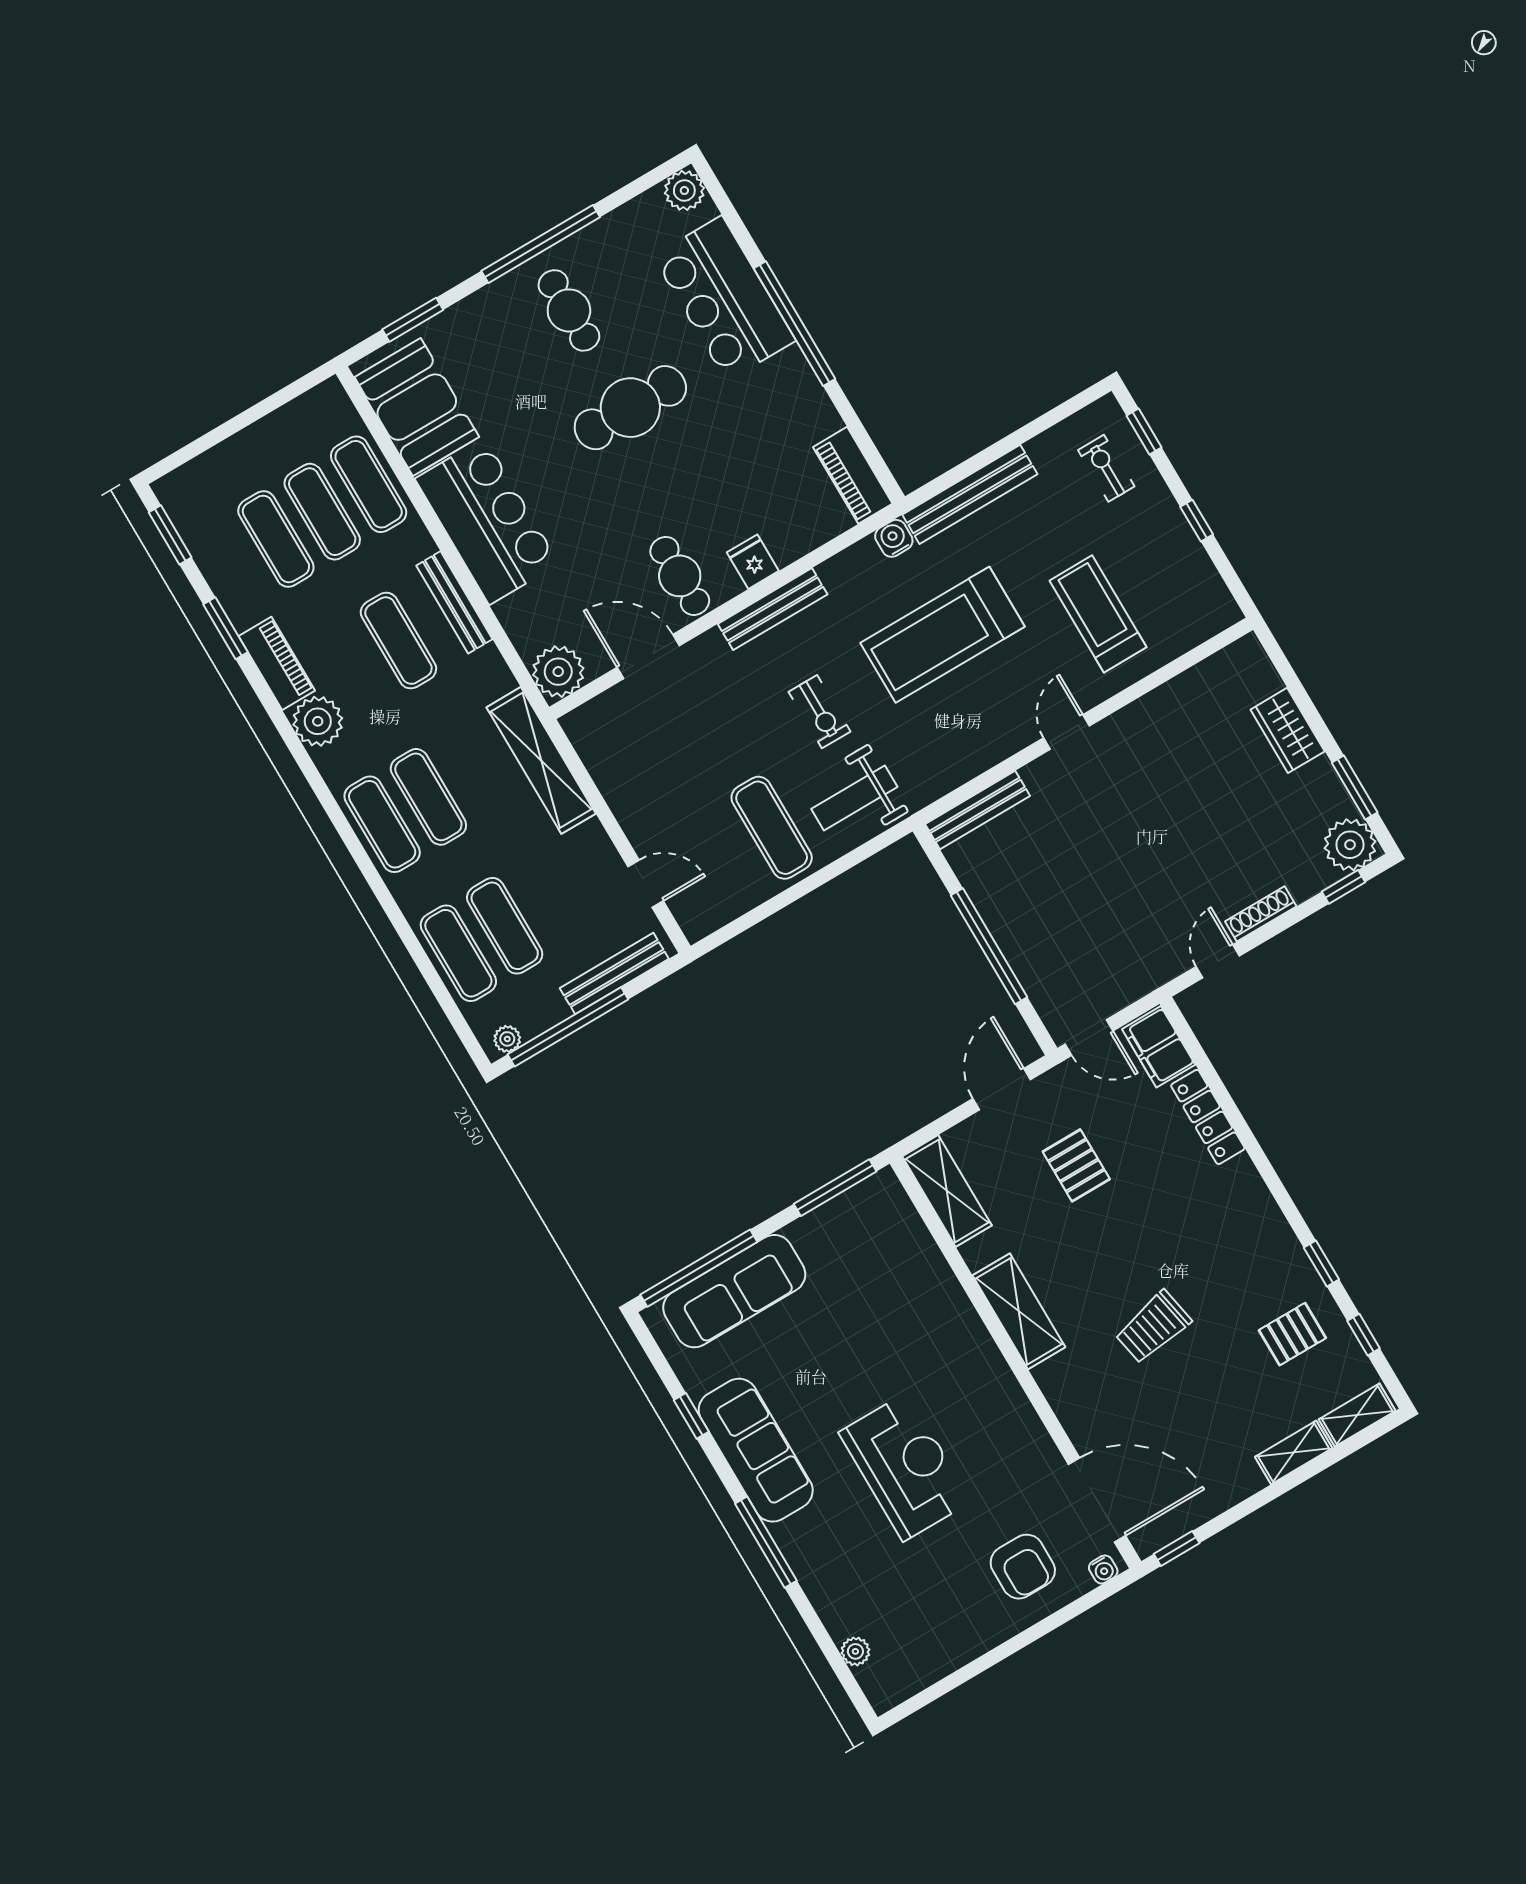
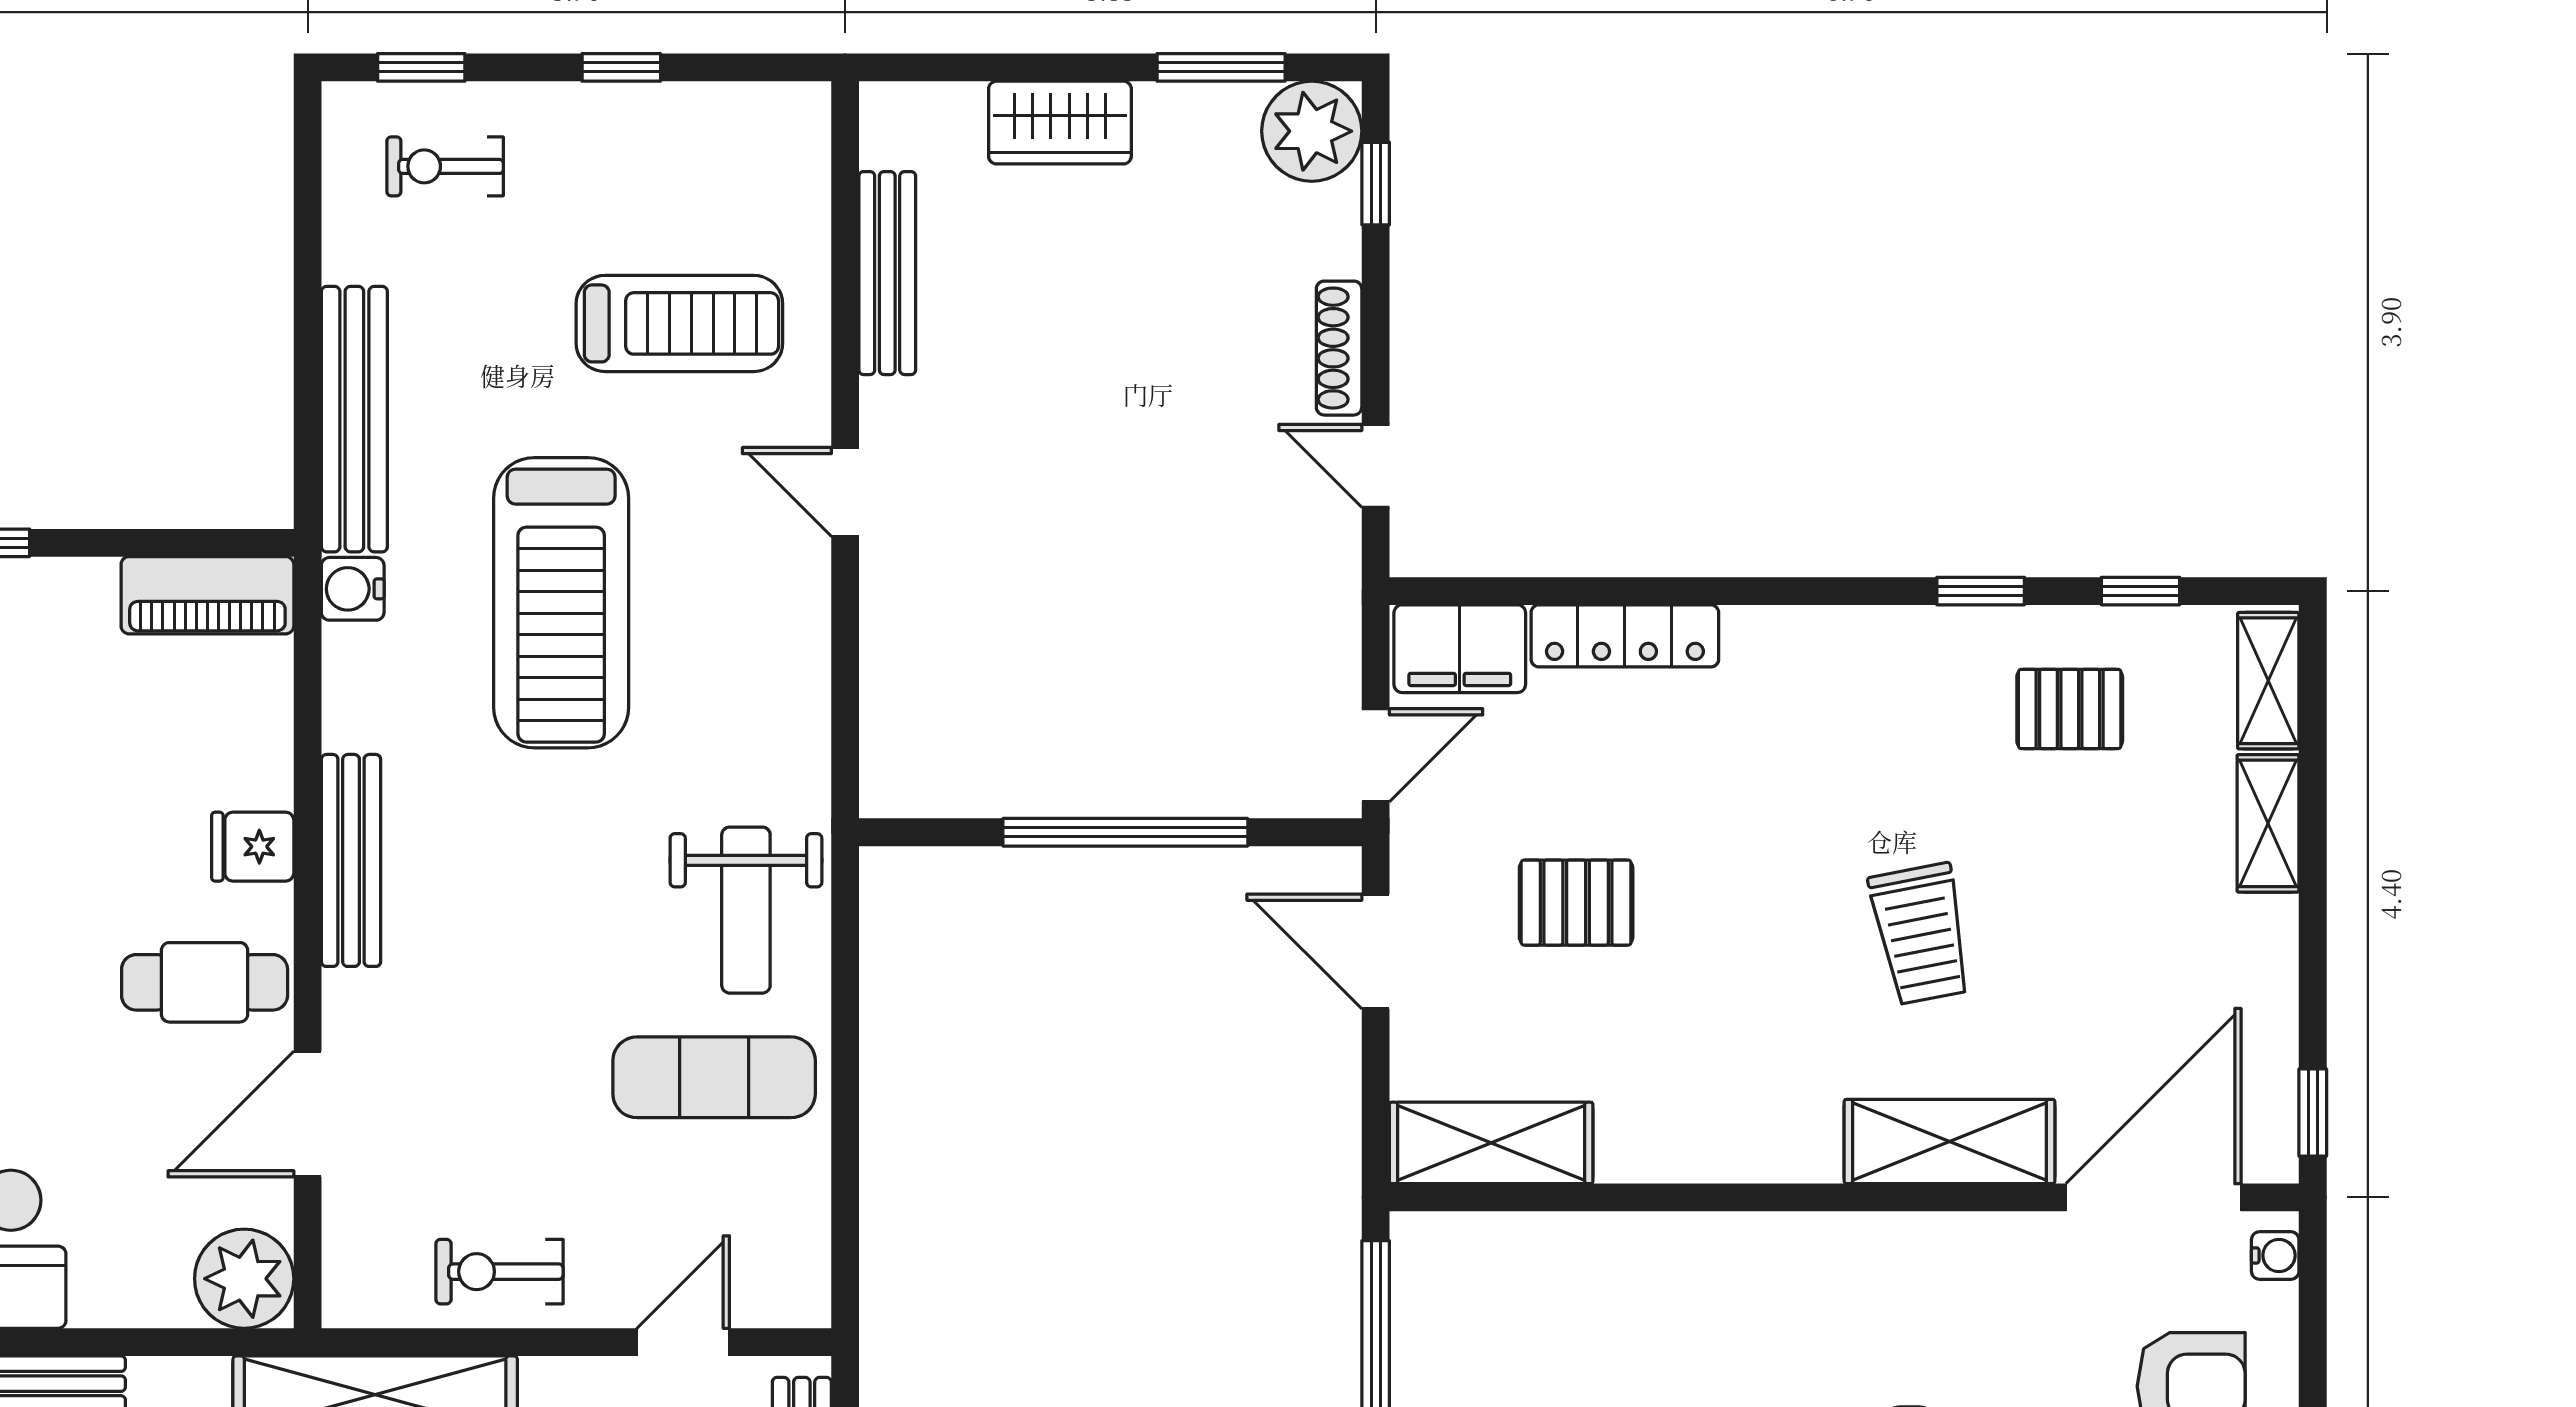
treadmill: (1098, 614) -> (679, 323), turned 180
exercise bike: (820, 712) -> (499, 1272), moved, turned 180
bench: (978, 810) -> (887, 273), moved
shelving: (1019, 1311) -> (1949, 1142), moved
pallet: (1292, 1334) -> (2070, 709), turned 90

